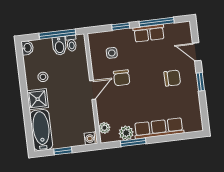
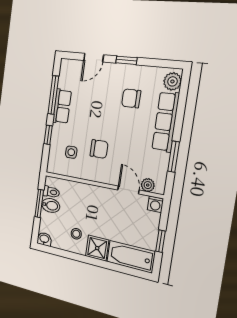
window: (57, 34) -> (39, 203), width x0.69
chair: (172, 78) -> (131, 98), moved, turned -90
door: (93, 90) -> (128, 190), moved
plant: (126, 133) -> (172, 81), moved

